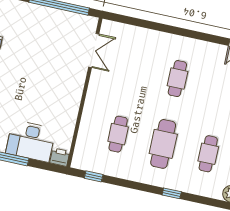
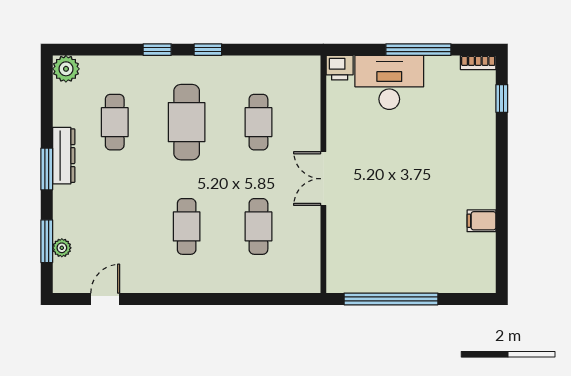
double door: (94, 51) -> (323, 179), moved
cafe table: (132, 69) -> (258, 226), added
window: (94, 176) -> (208, 50), moved

